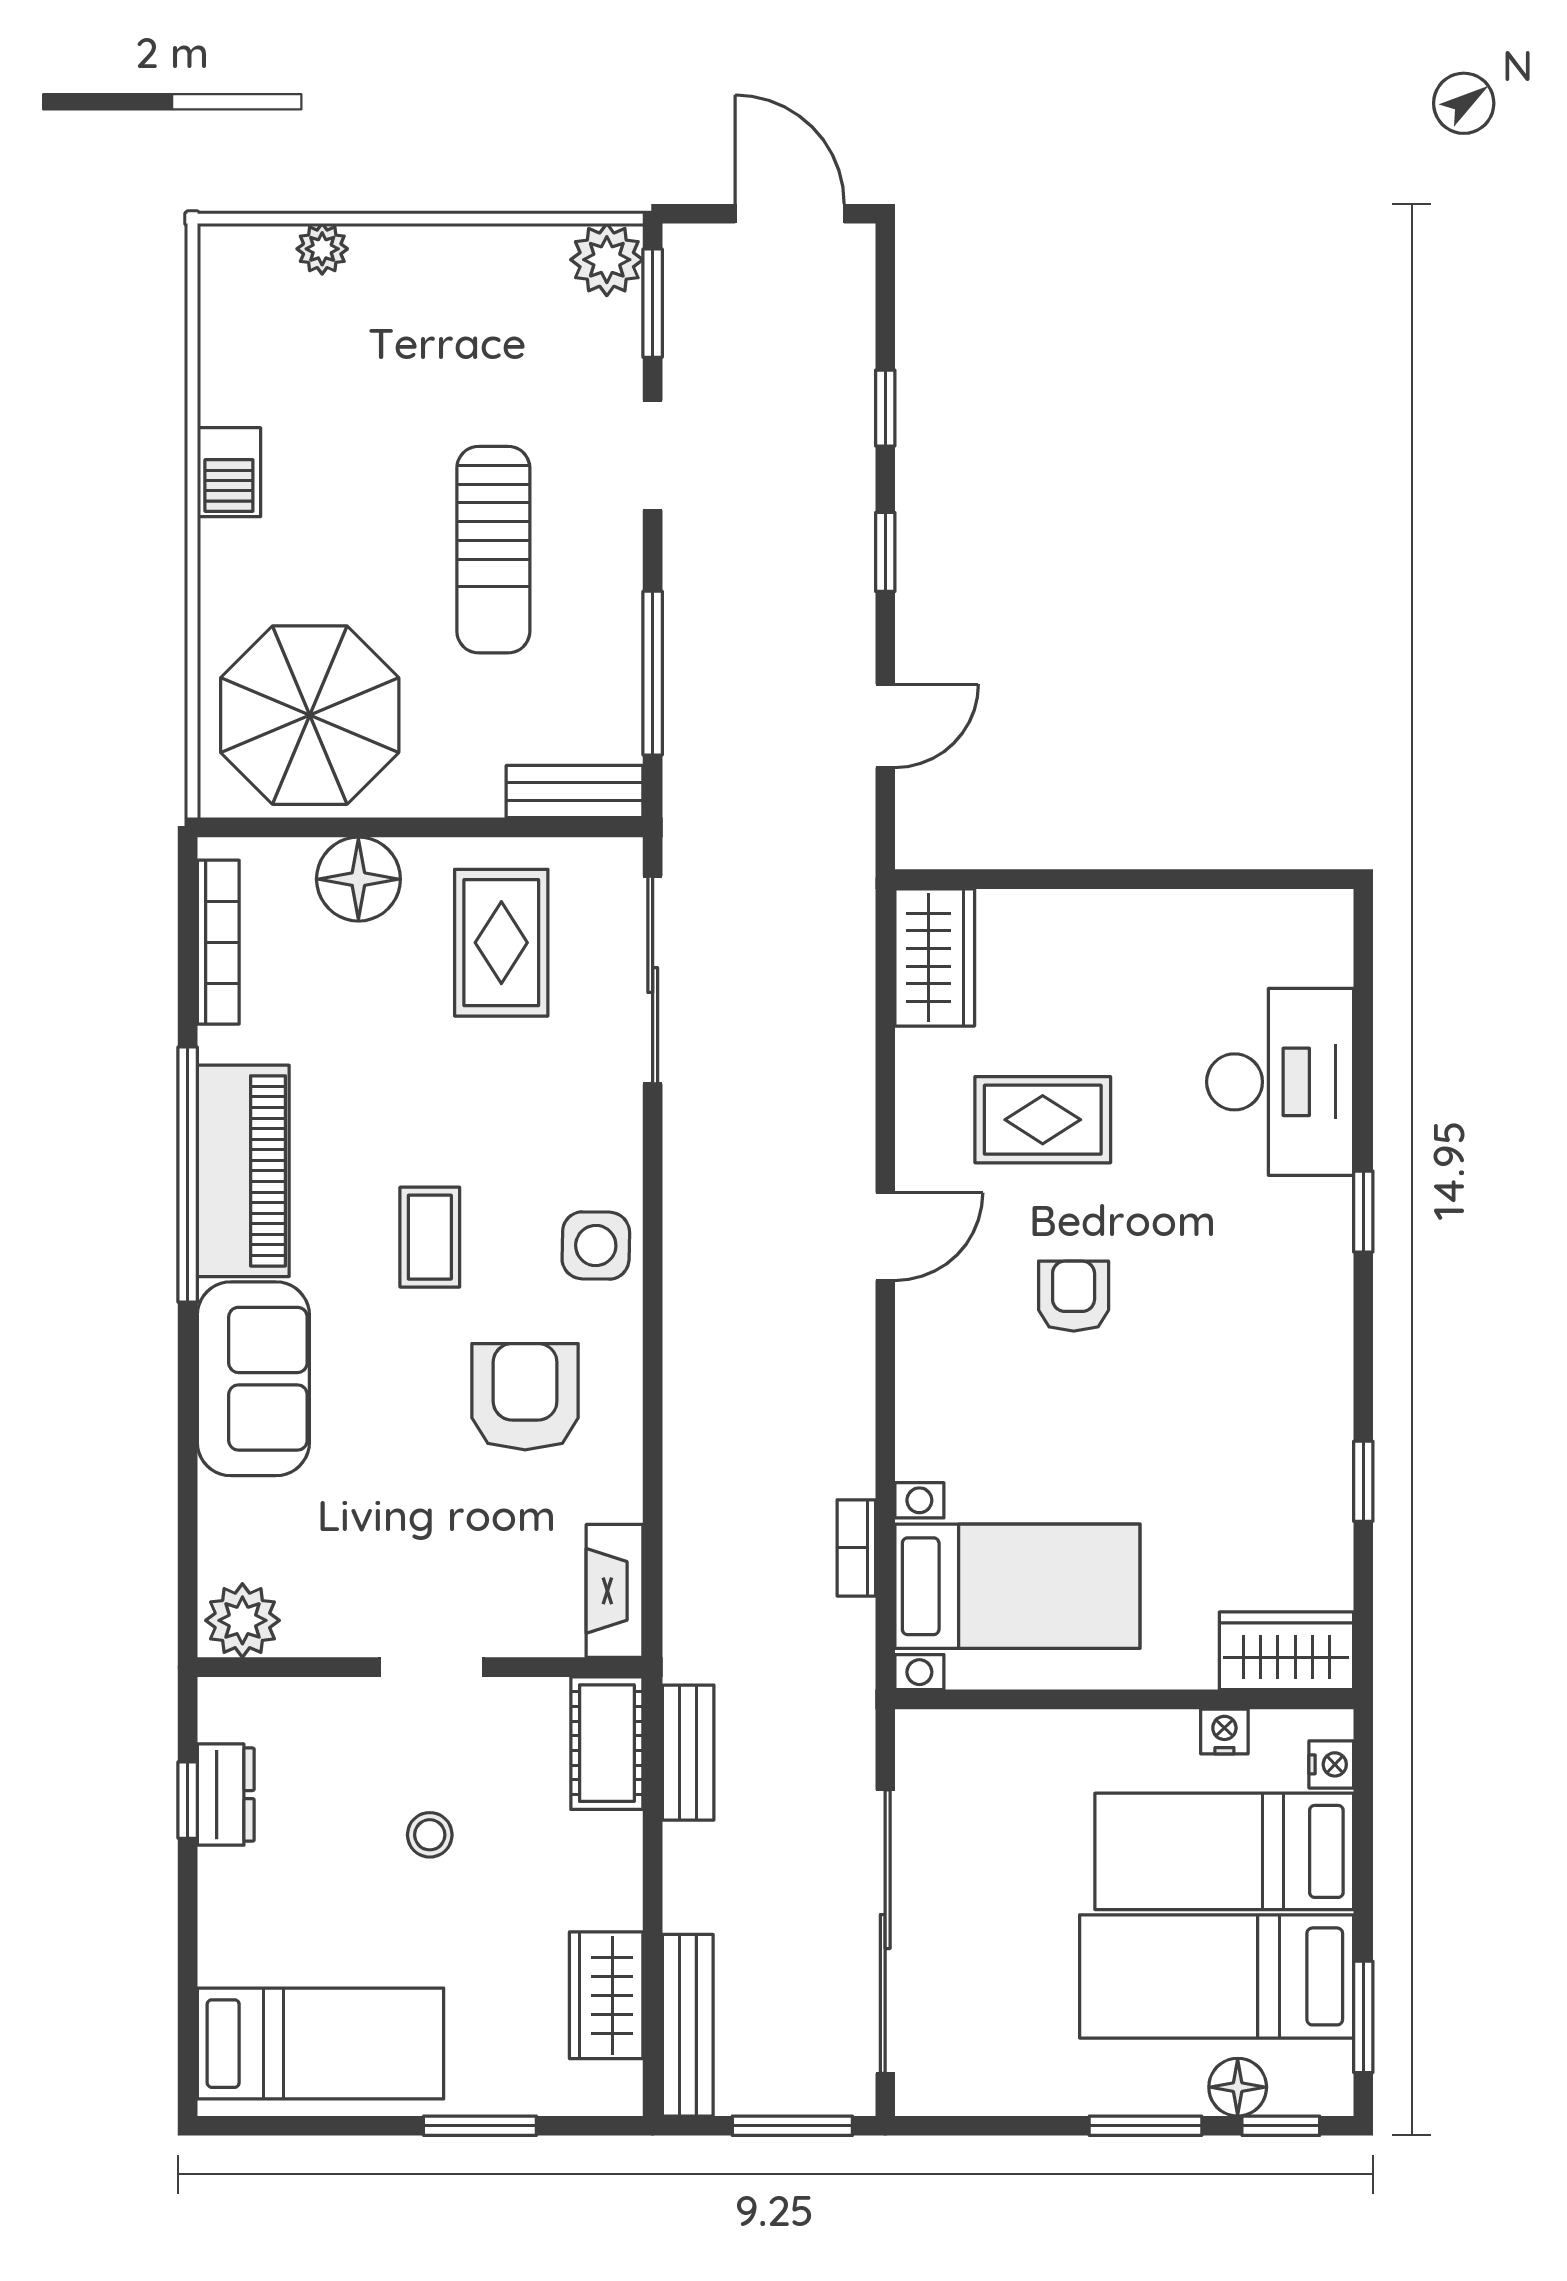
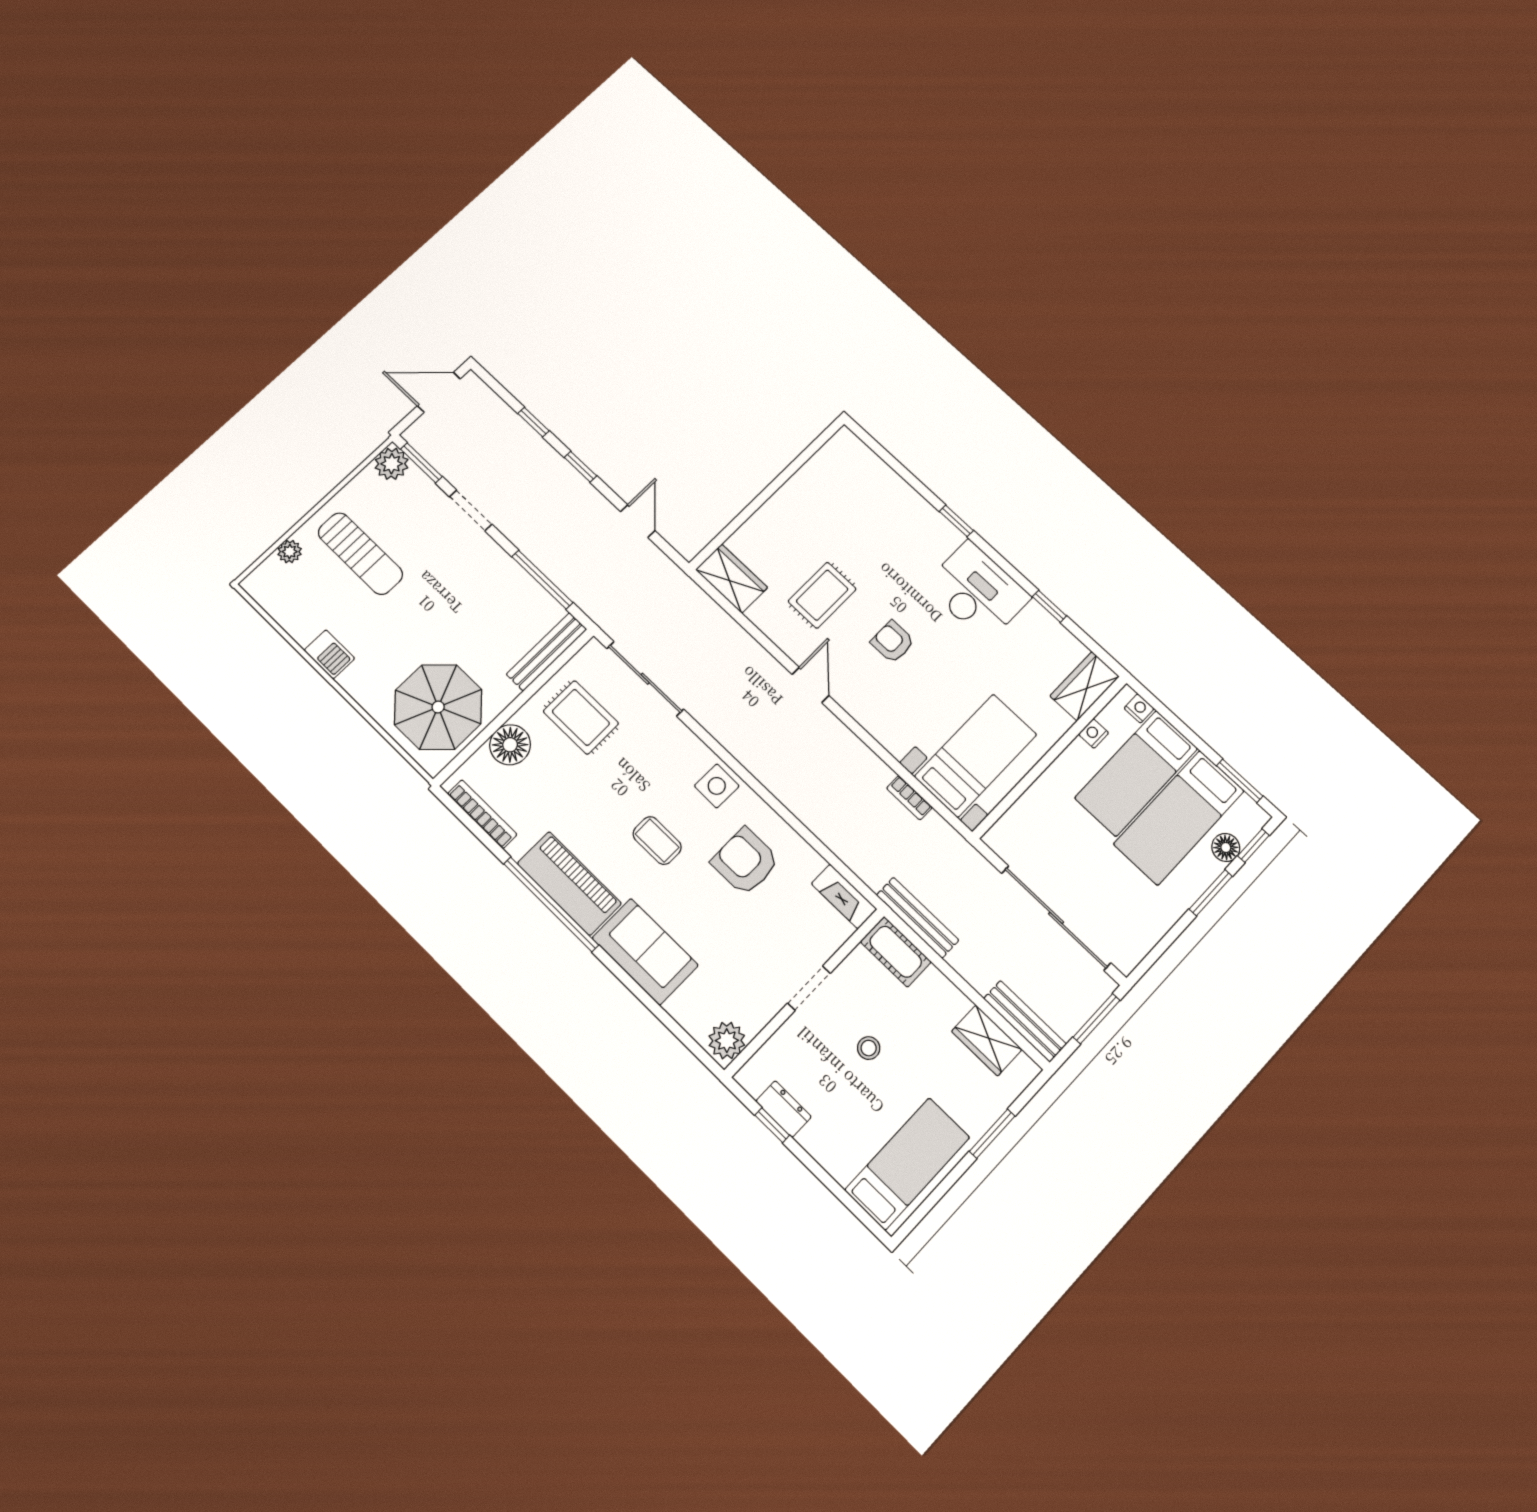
sun lounger: (493, 550) -> (360, 554), moved
bench: (575, 792) -> (547, 652), width x1.36
desk: (1280, 1082) -> (977, 591), moved
bench: (688, 1753) -> (918, 918), width x1.36

